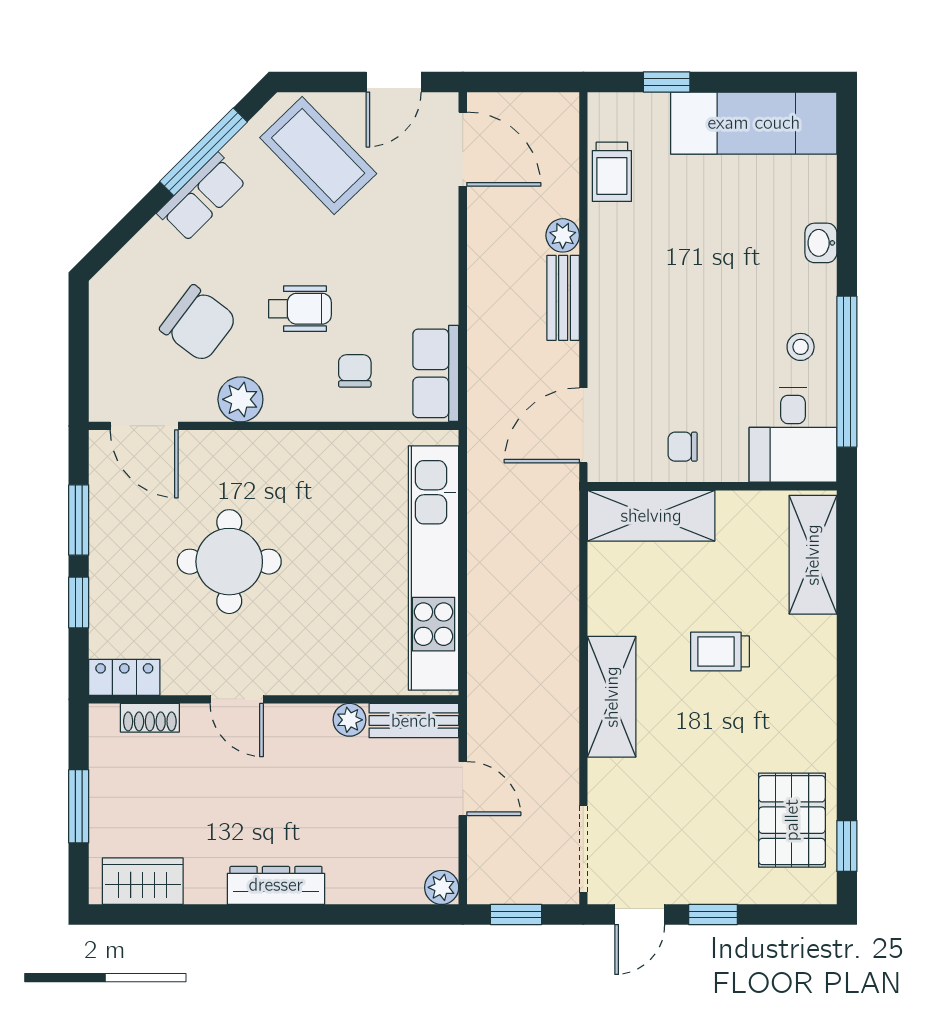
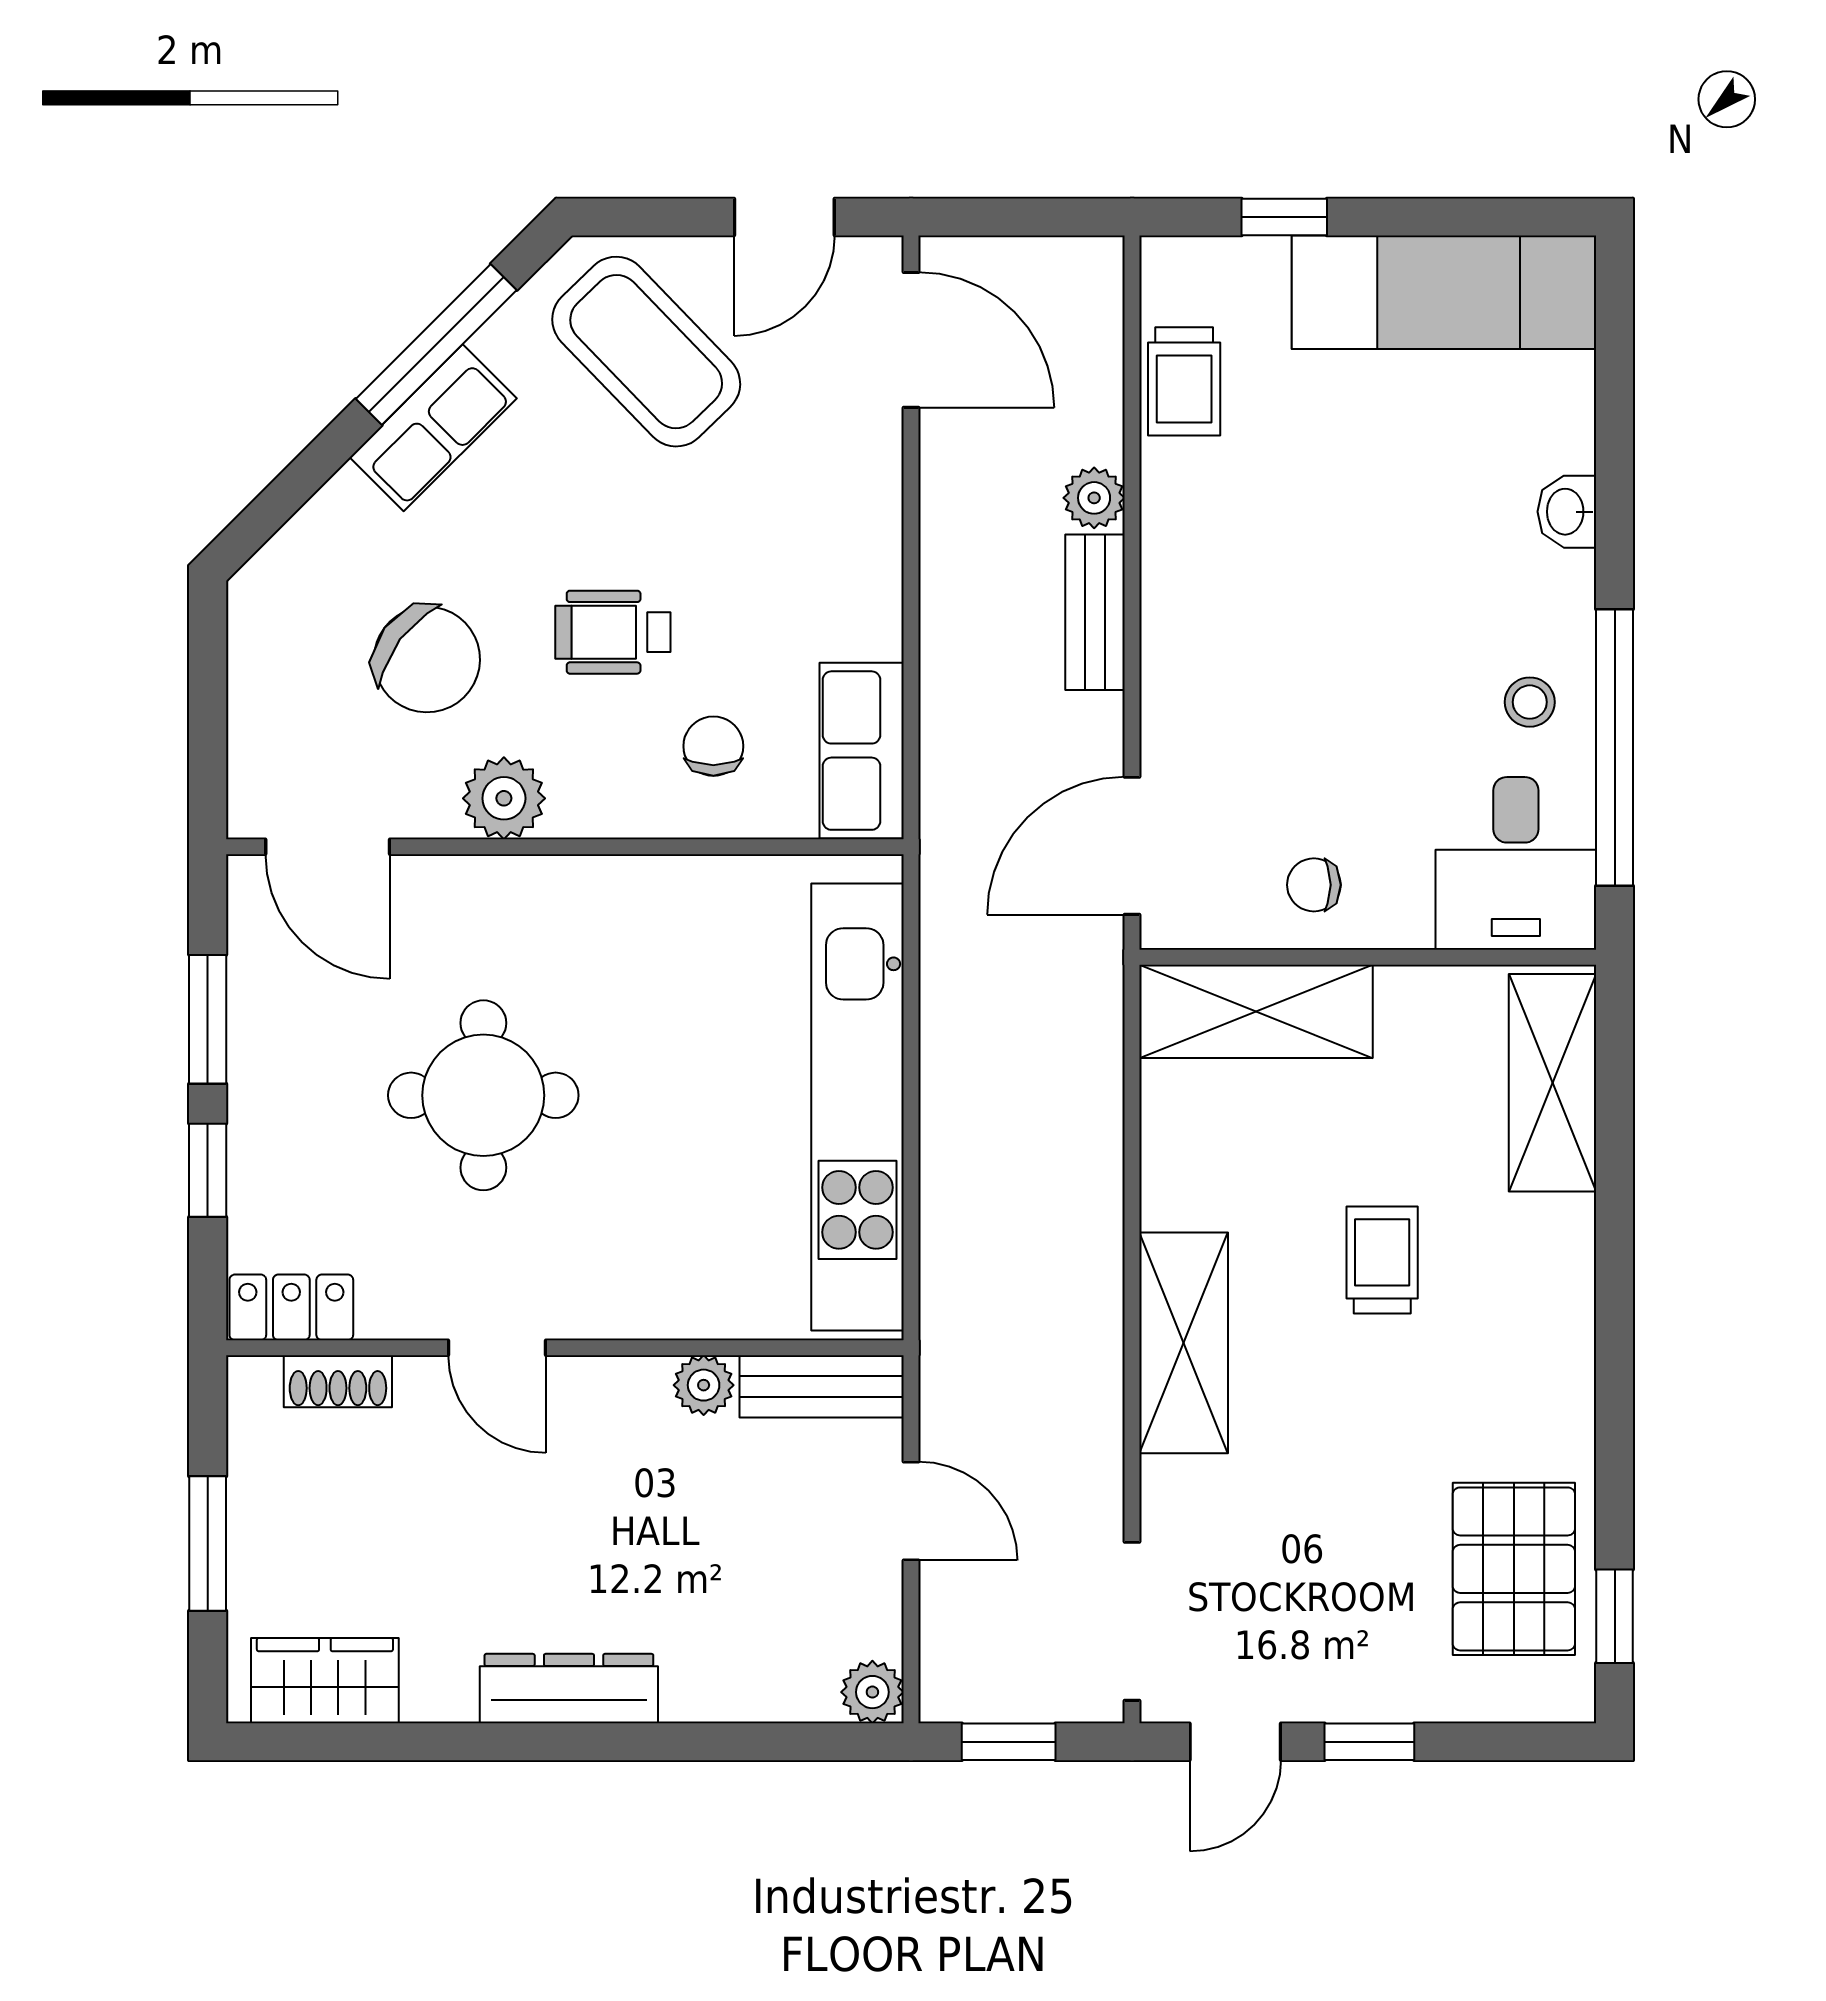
wheelchair: (300, 309) -> (613, 632), turned 180
trolley: (720, 651) -> (1382, 1260), turned 90

